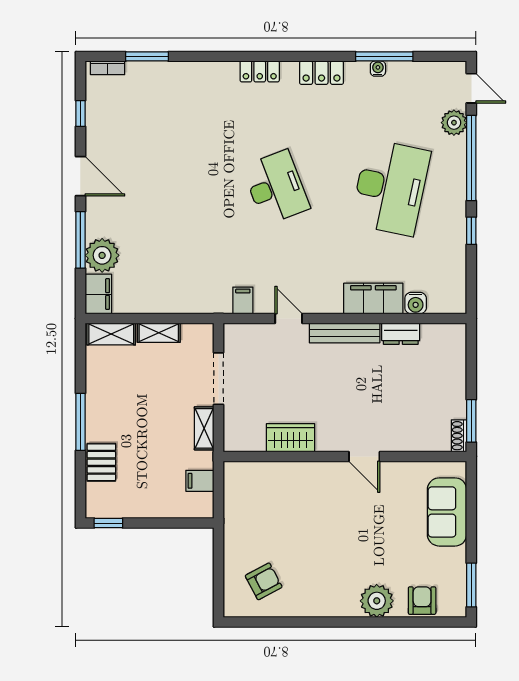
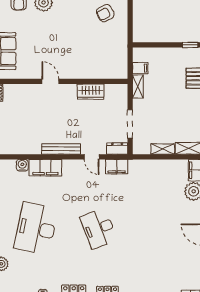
filing cabinet: (243, 300) -> (117, 167), width x2.00
dresser: (401, 334) -> (117, 148), moved
shelving: (204, 428) -> (138, 87), moved

